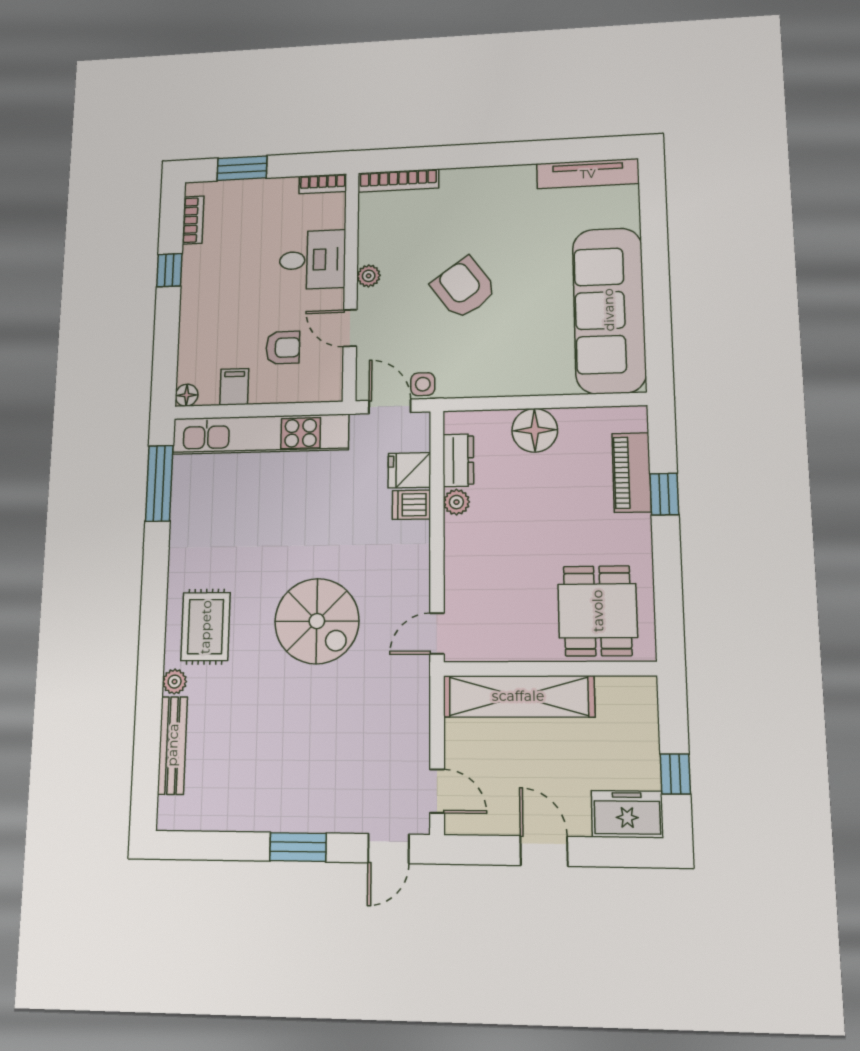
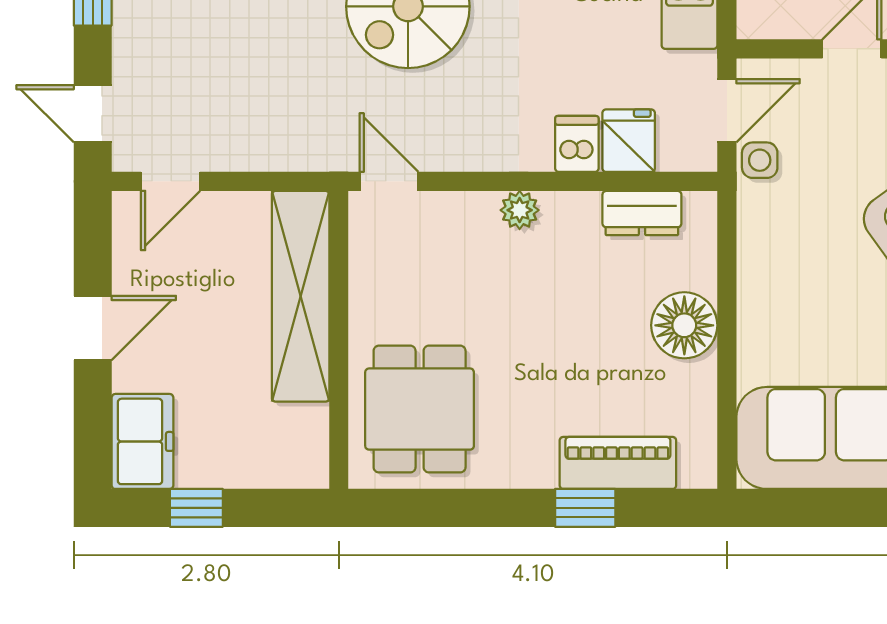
plant: (456, 502) -> (520, 210), moved
dining table: (598, 611) -> (420, 409), turned 90

